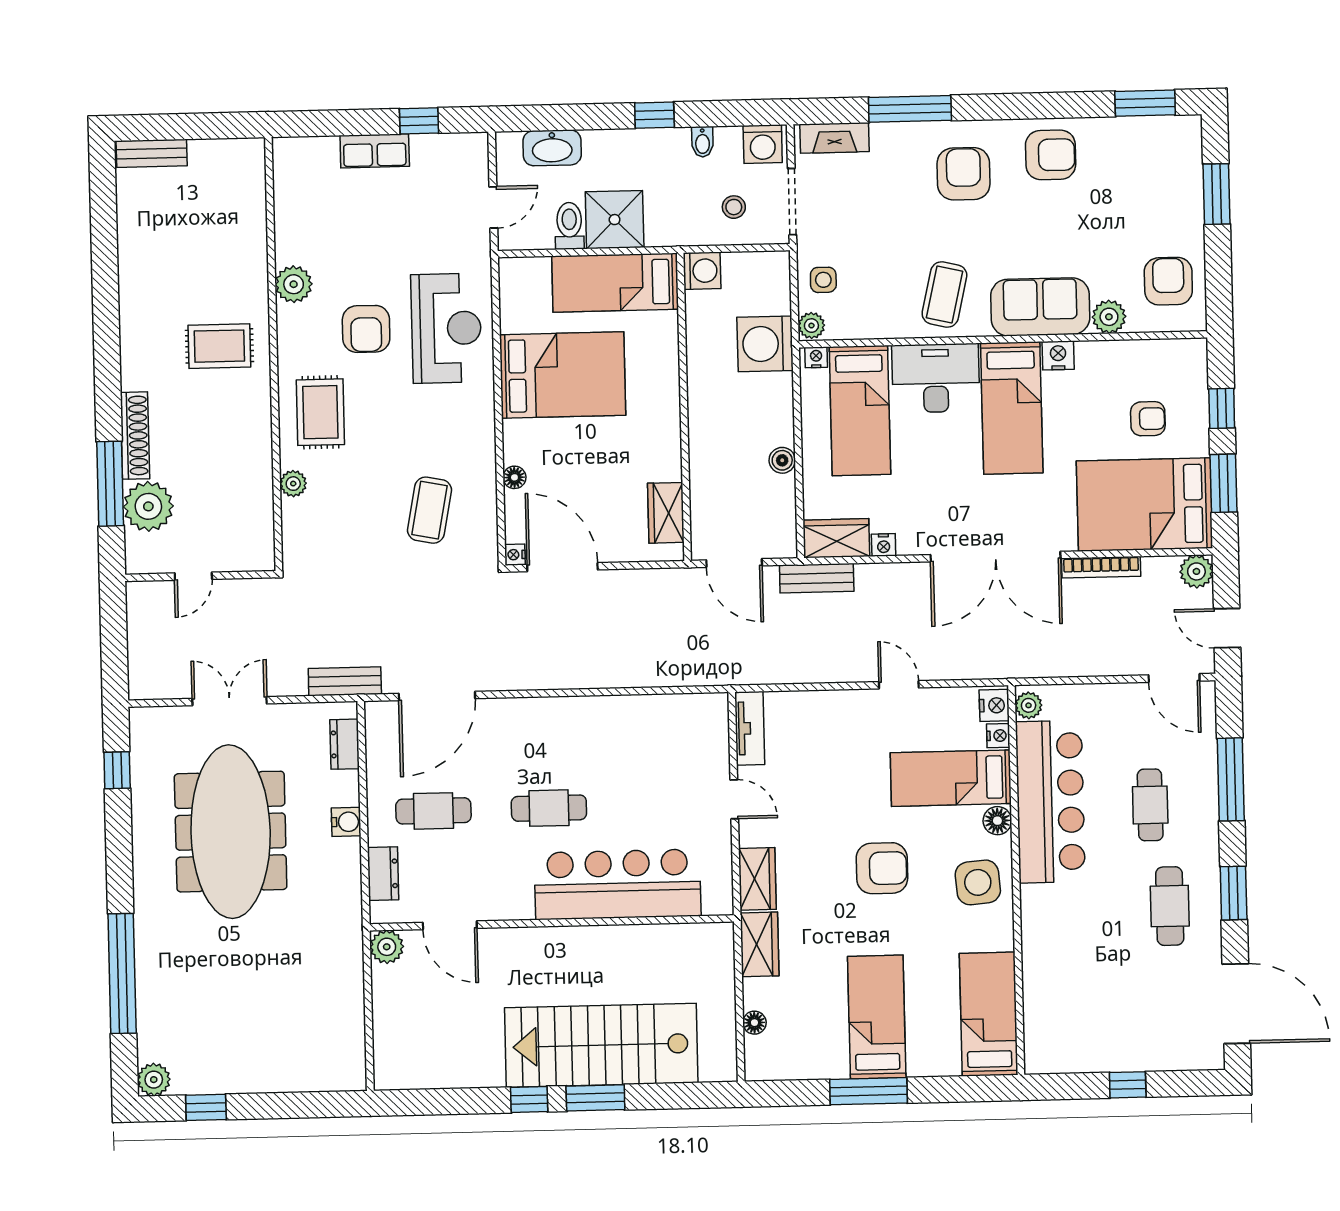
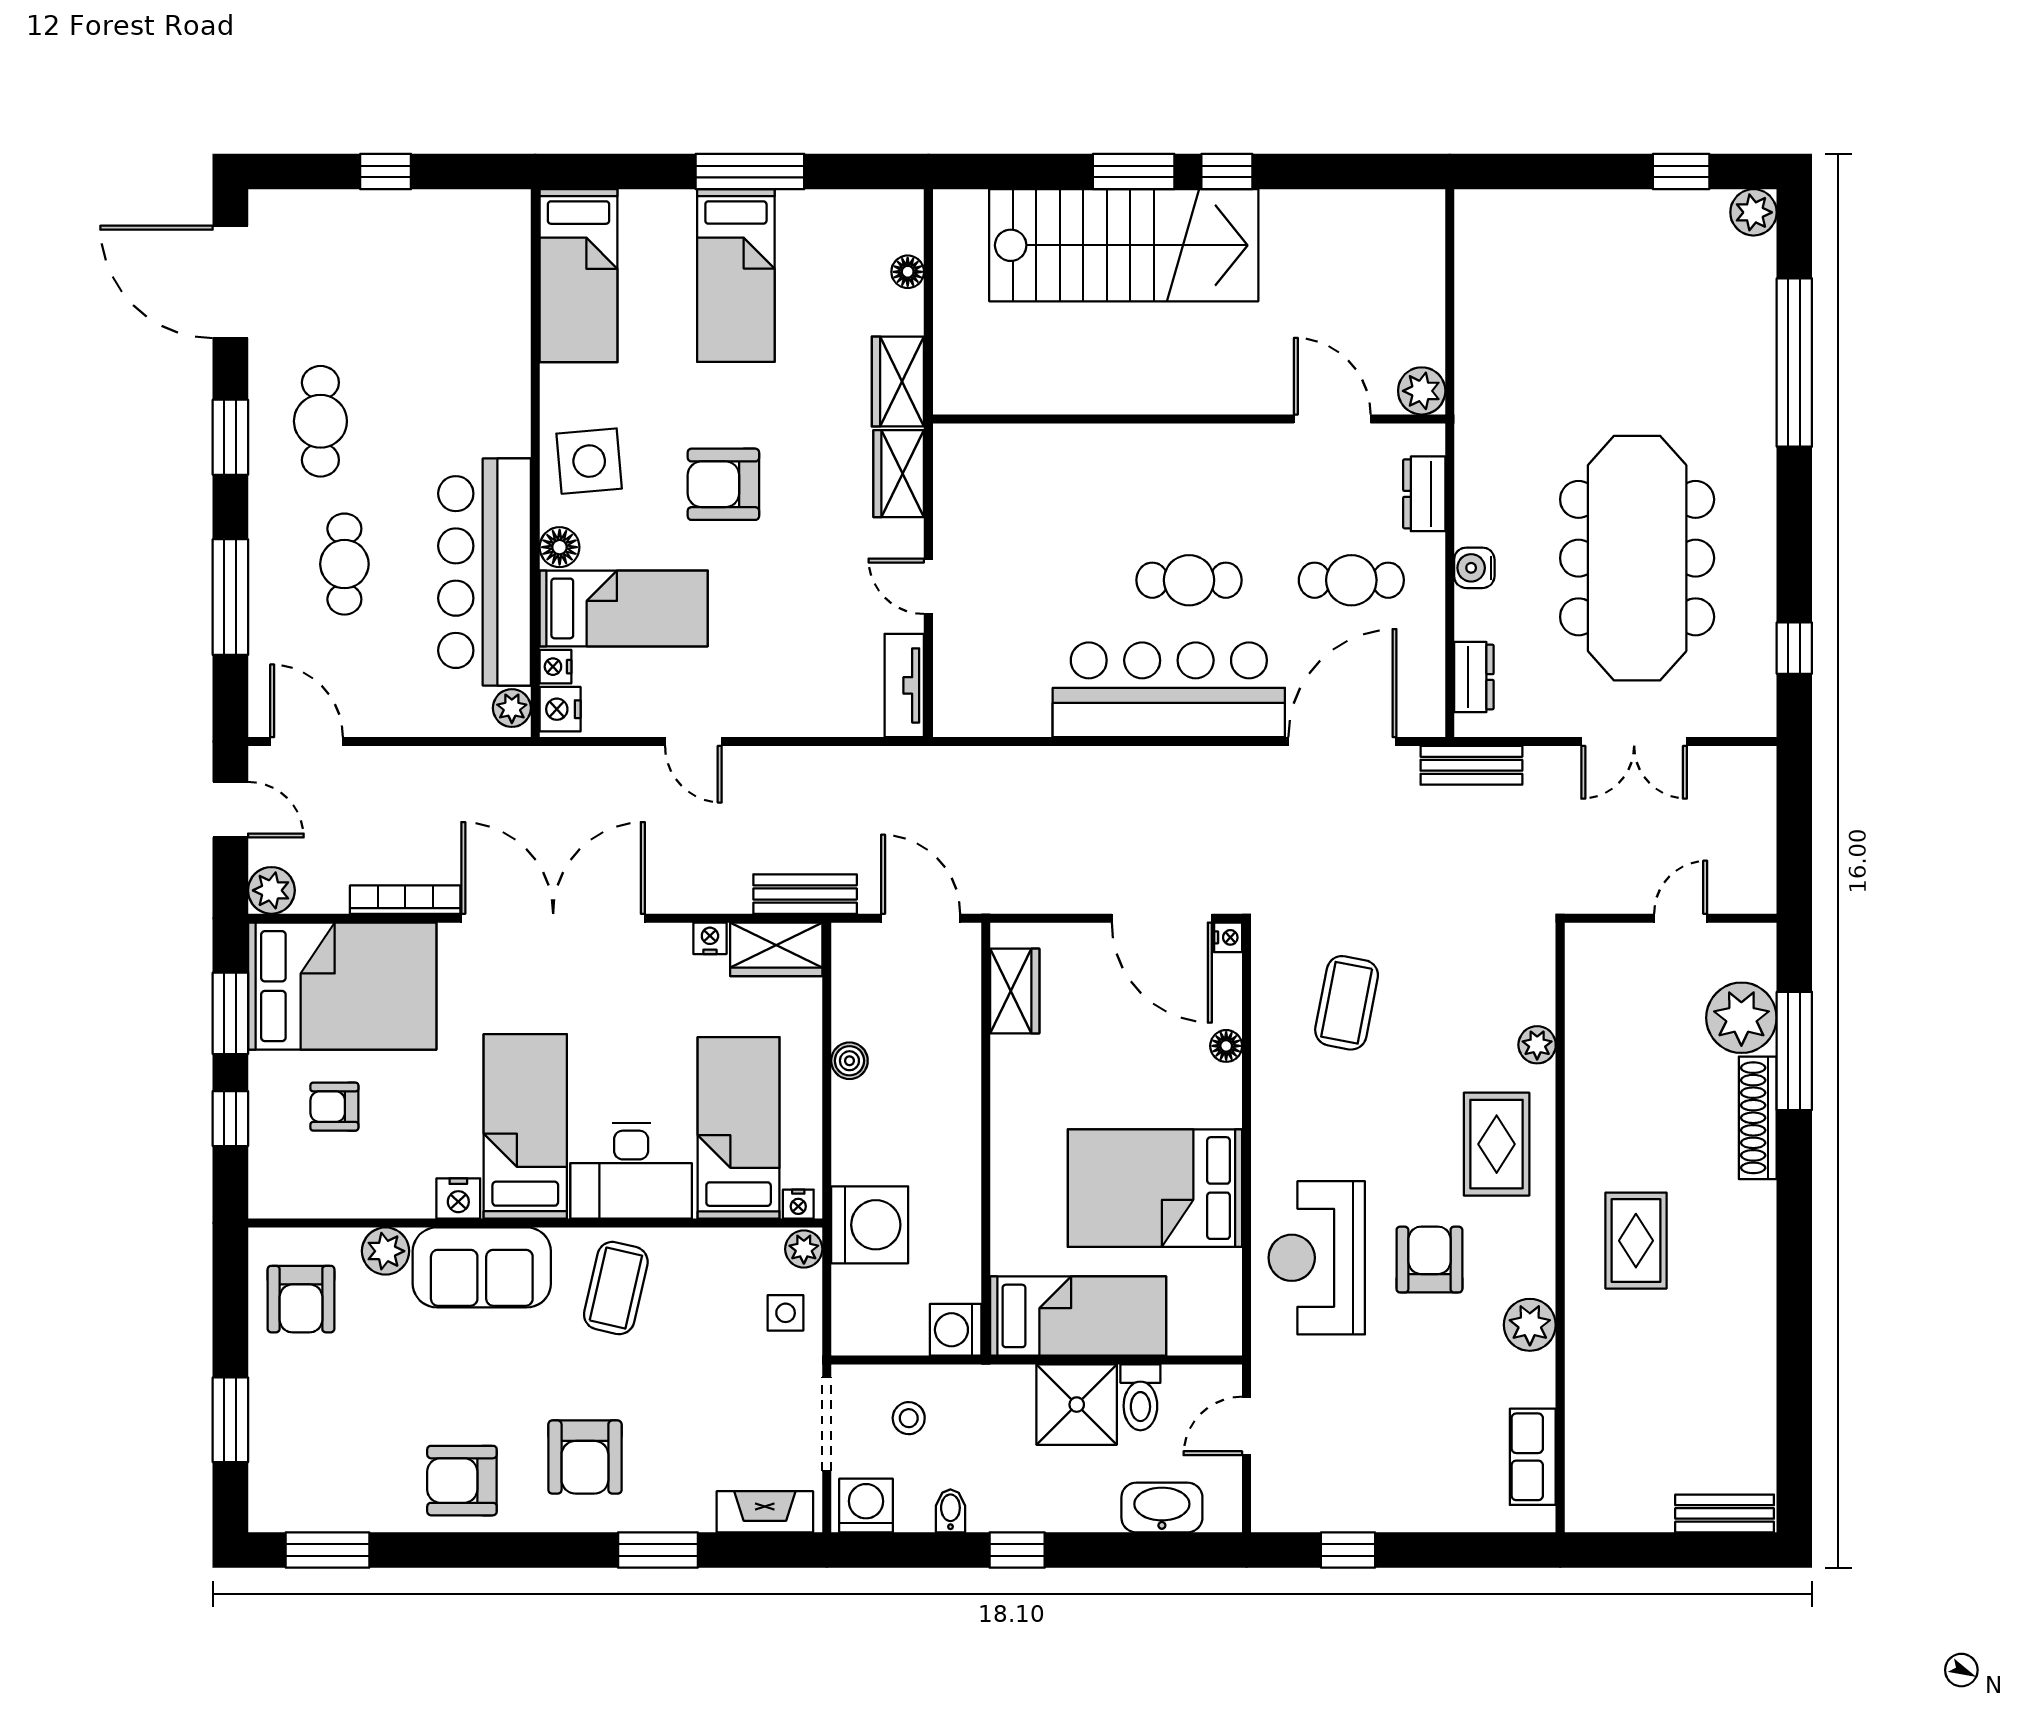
window: (910, 109) -> (658, 1550), width x0.69
row of seats: (375, 151) -> (1533, 1457), moved, turned -90
rug: (219, 346) -> (1636, 1241), turned 90
bar counter: (618, 884) -> (1169, 690), moved, turned 180

